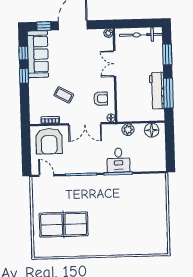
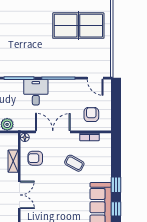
shelving: (121, 95) -> (13, 161), added
armchair: (49, 141) -> (91, 115), width x0.53, depth x0.53
desk: (118, 160) -> (36, 92), moved

